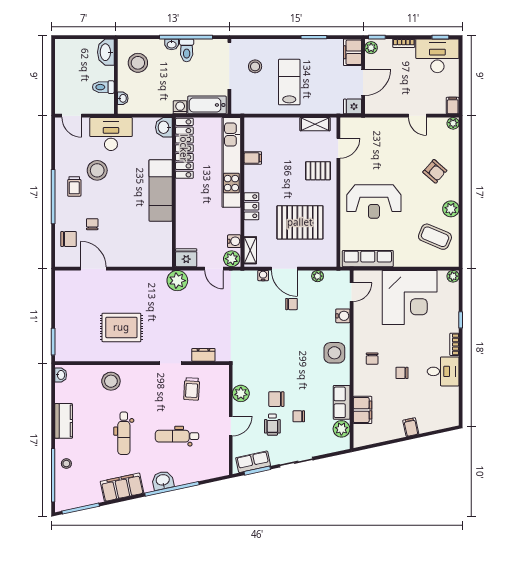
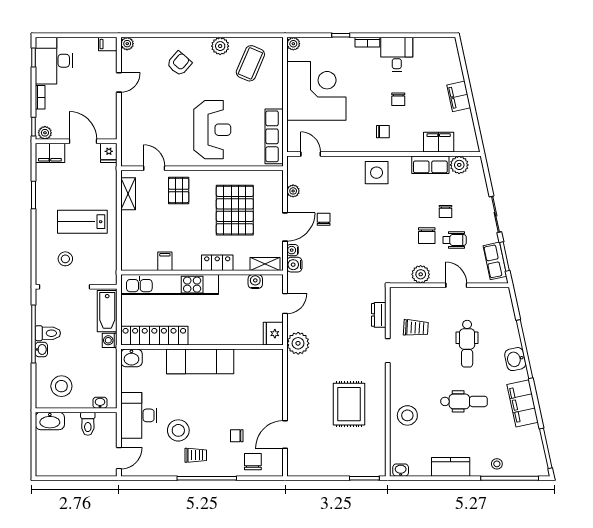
plant: (232, 259) -> (274, 284), removed
water cooler: (343, 316) -> (294, 265), moved, turned -90
filing cabinet: (411, 427) -> (459, 96), width x2.00

